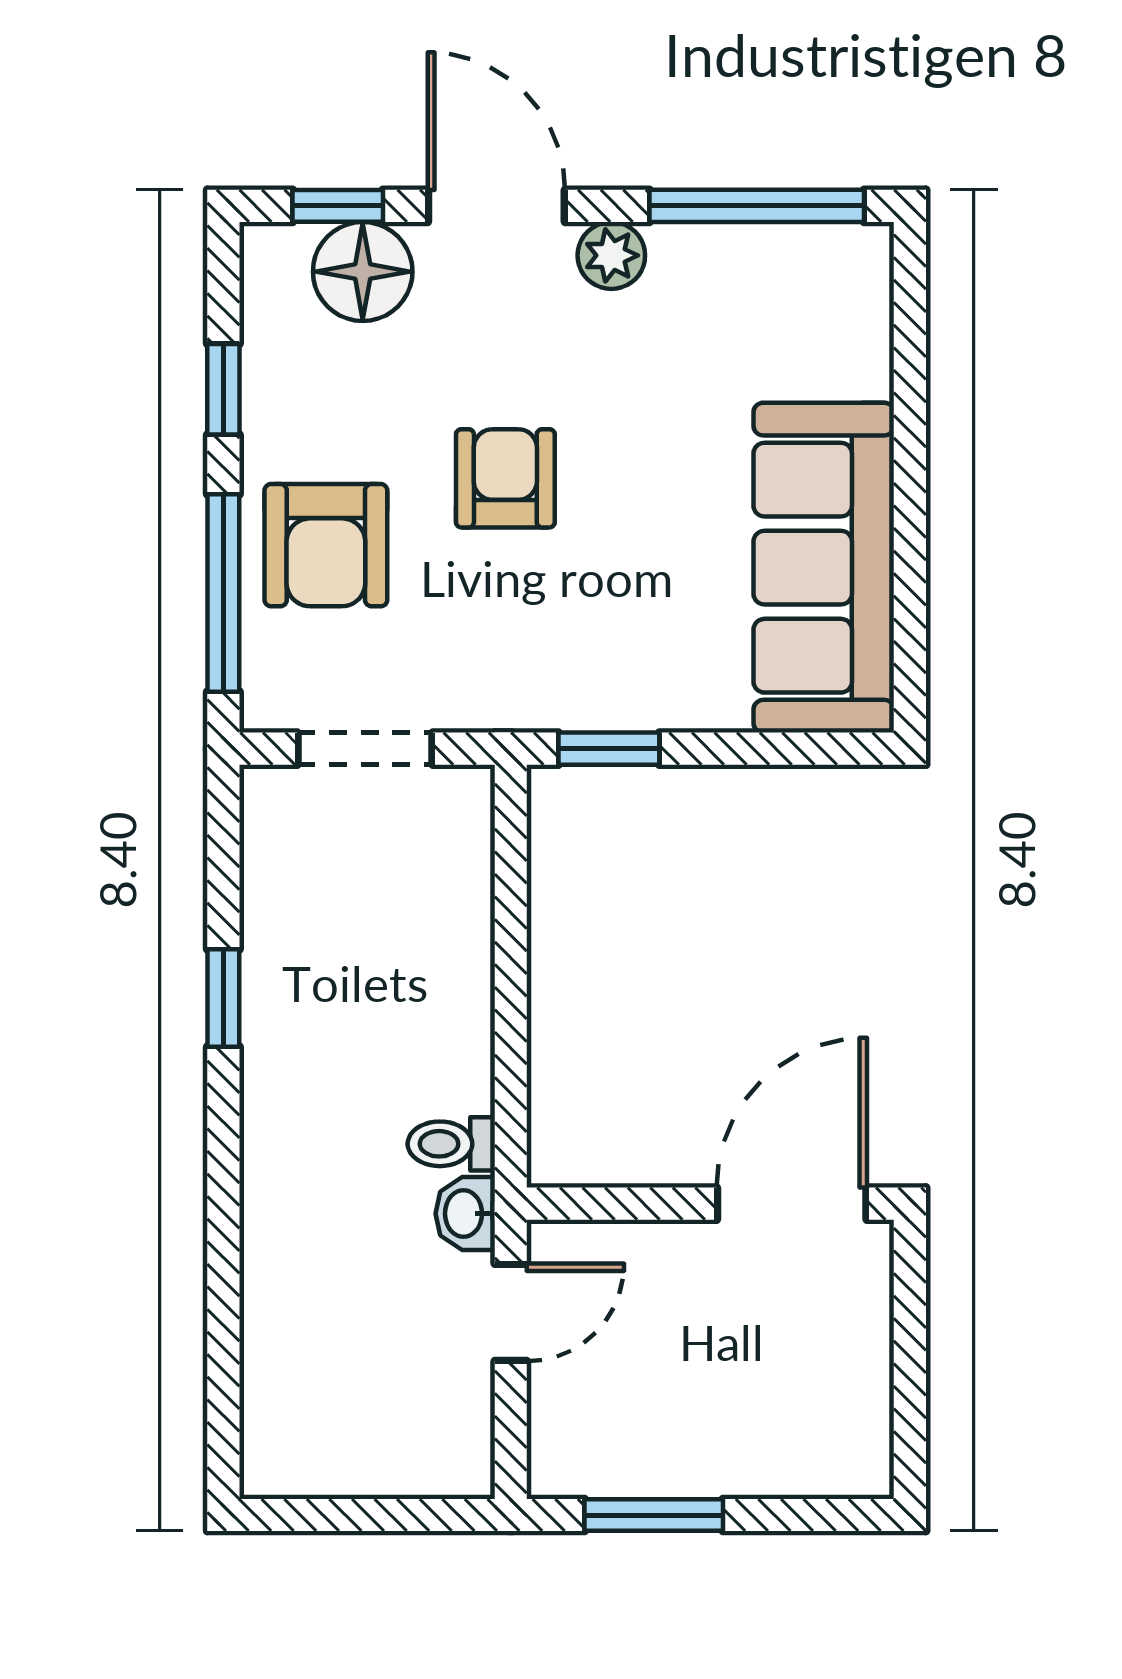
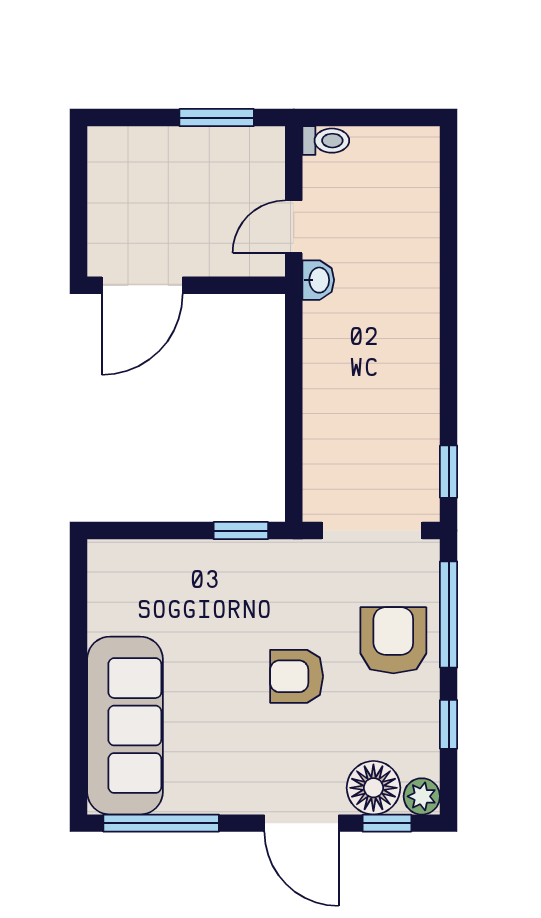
plant: (611, 255) -> (422, 796), moved
armchair: (505, 478) -> (297, 676), turned 90
sofa: (824, 568) -> (125, 726), moved
doorway: (365, 749) -> (372, 531), width x1.38
window: (223, 998) -> (449, 472), moved
toilet: (451, 1144) -> (326, 141), moved

